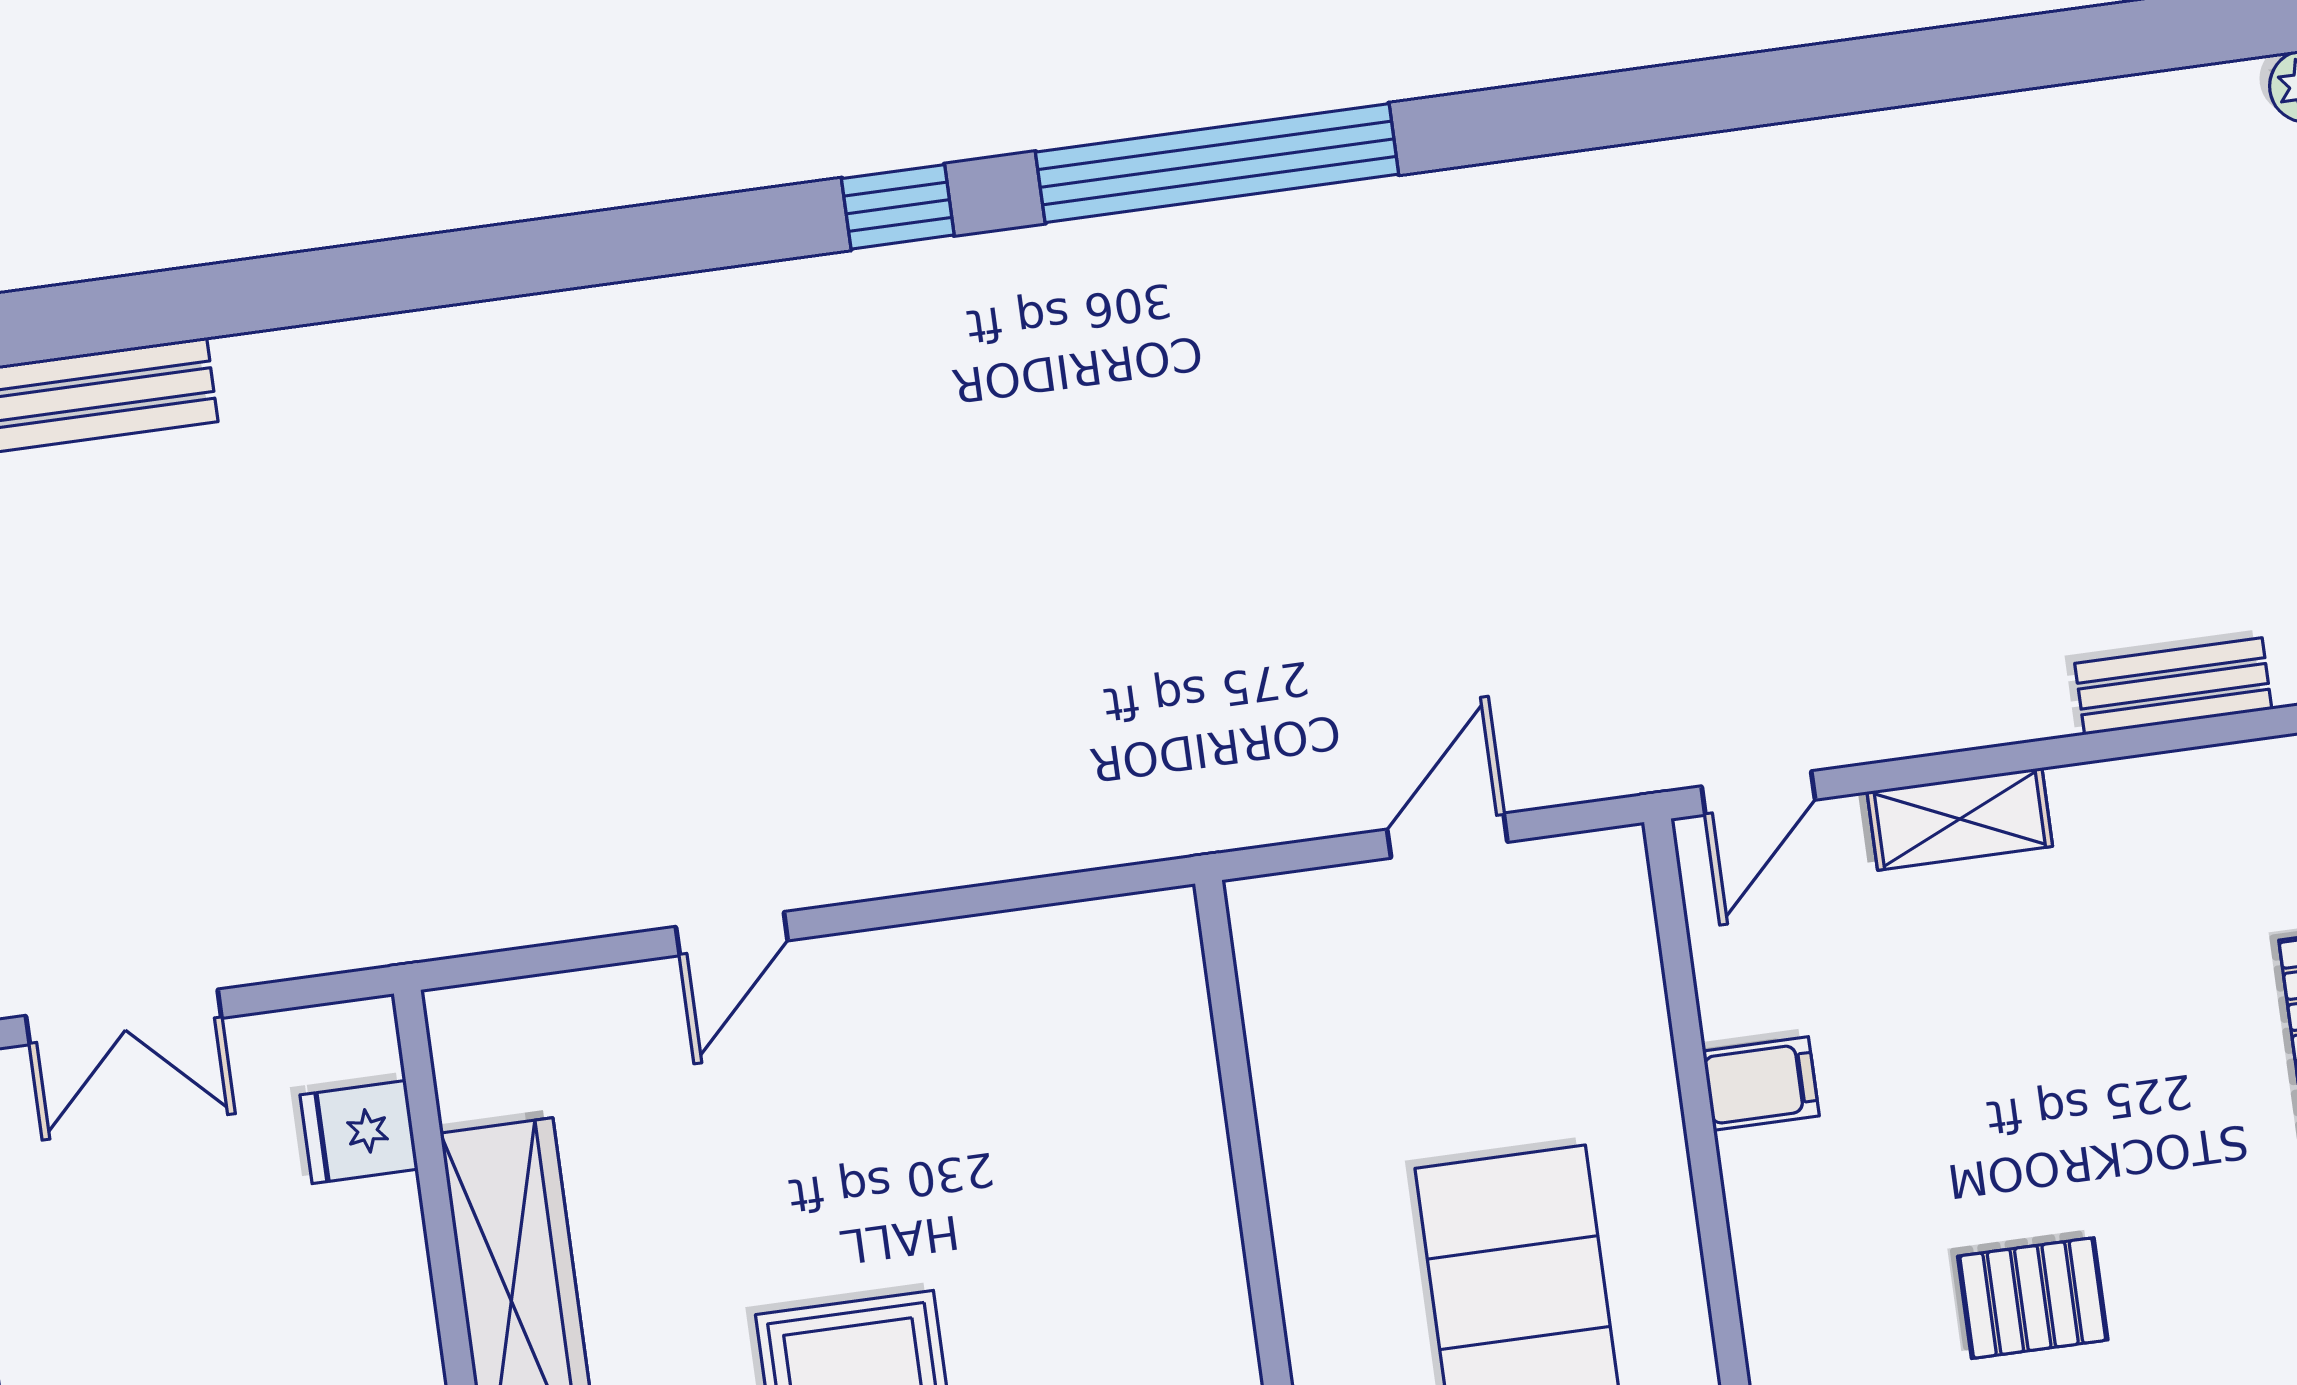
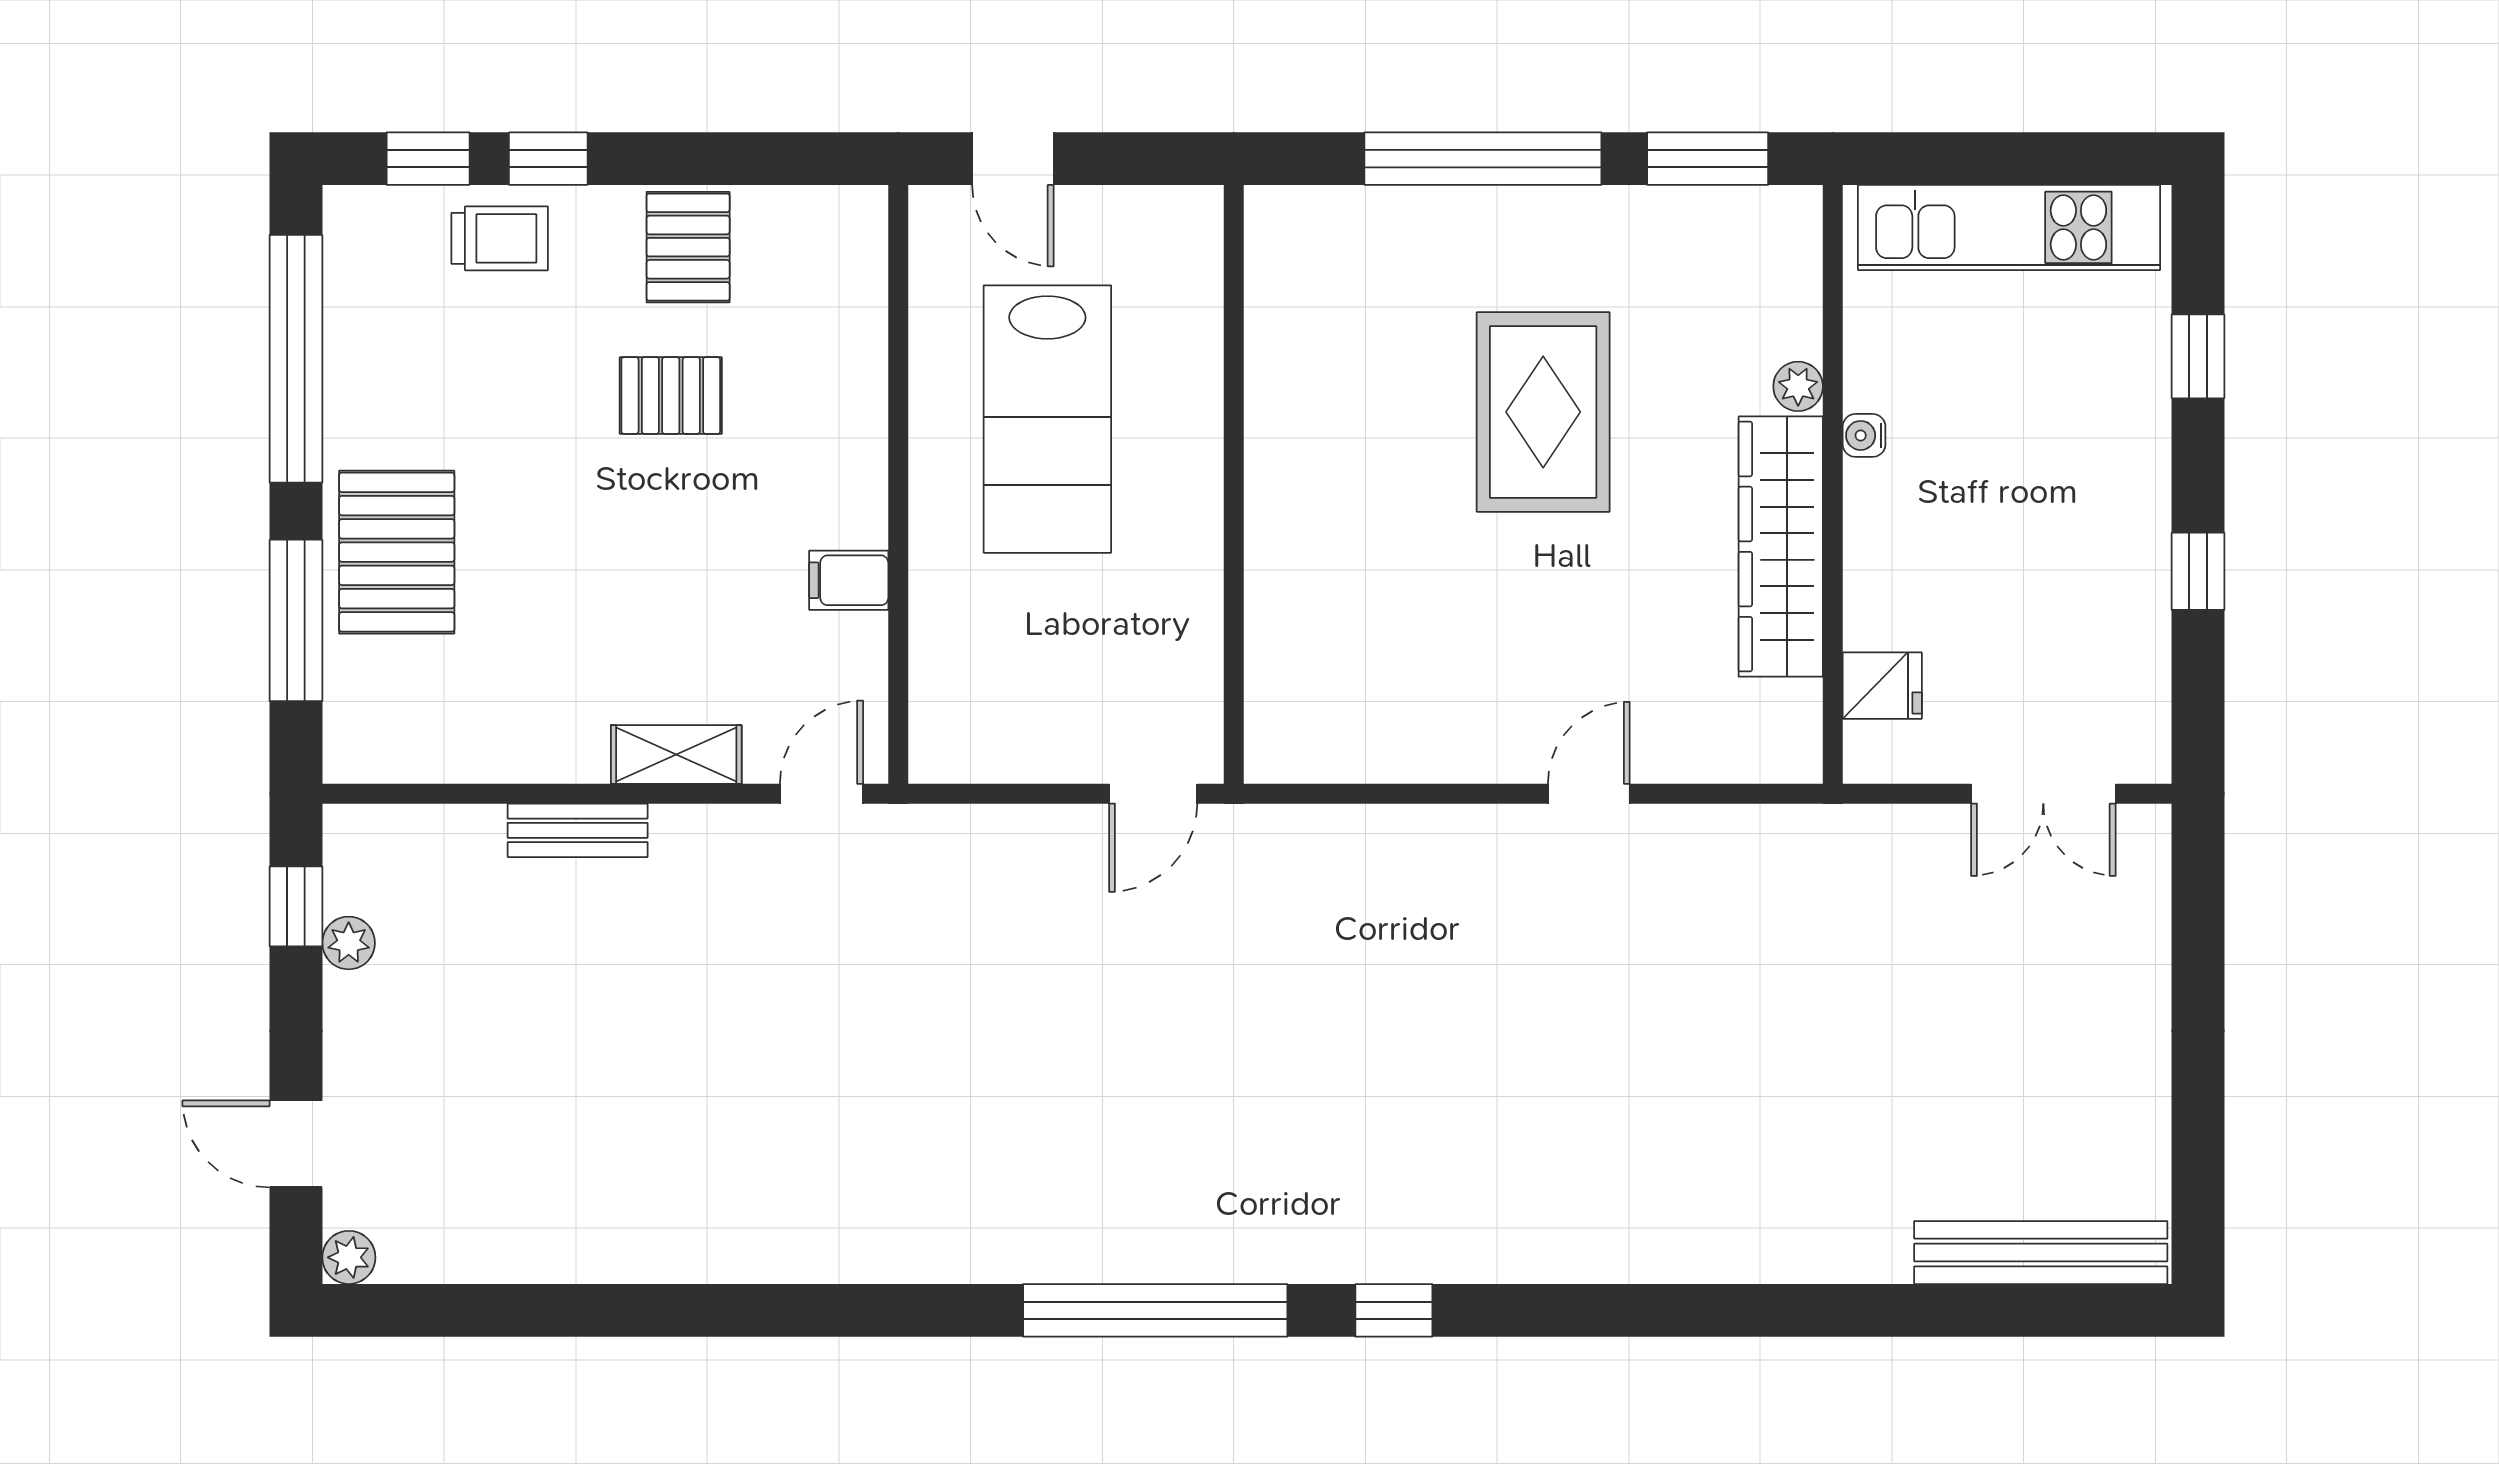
bench: (2173, 686) -> (578, 830), moved
door: (1447, 836) -> (1153, 794), moved
double door: (124, 1017) -> (2043, 794), swing flipped

